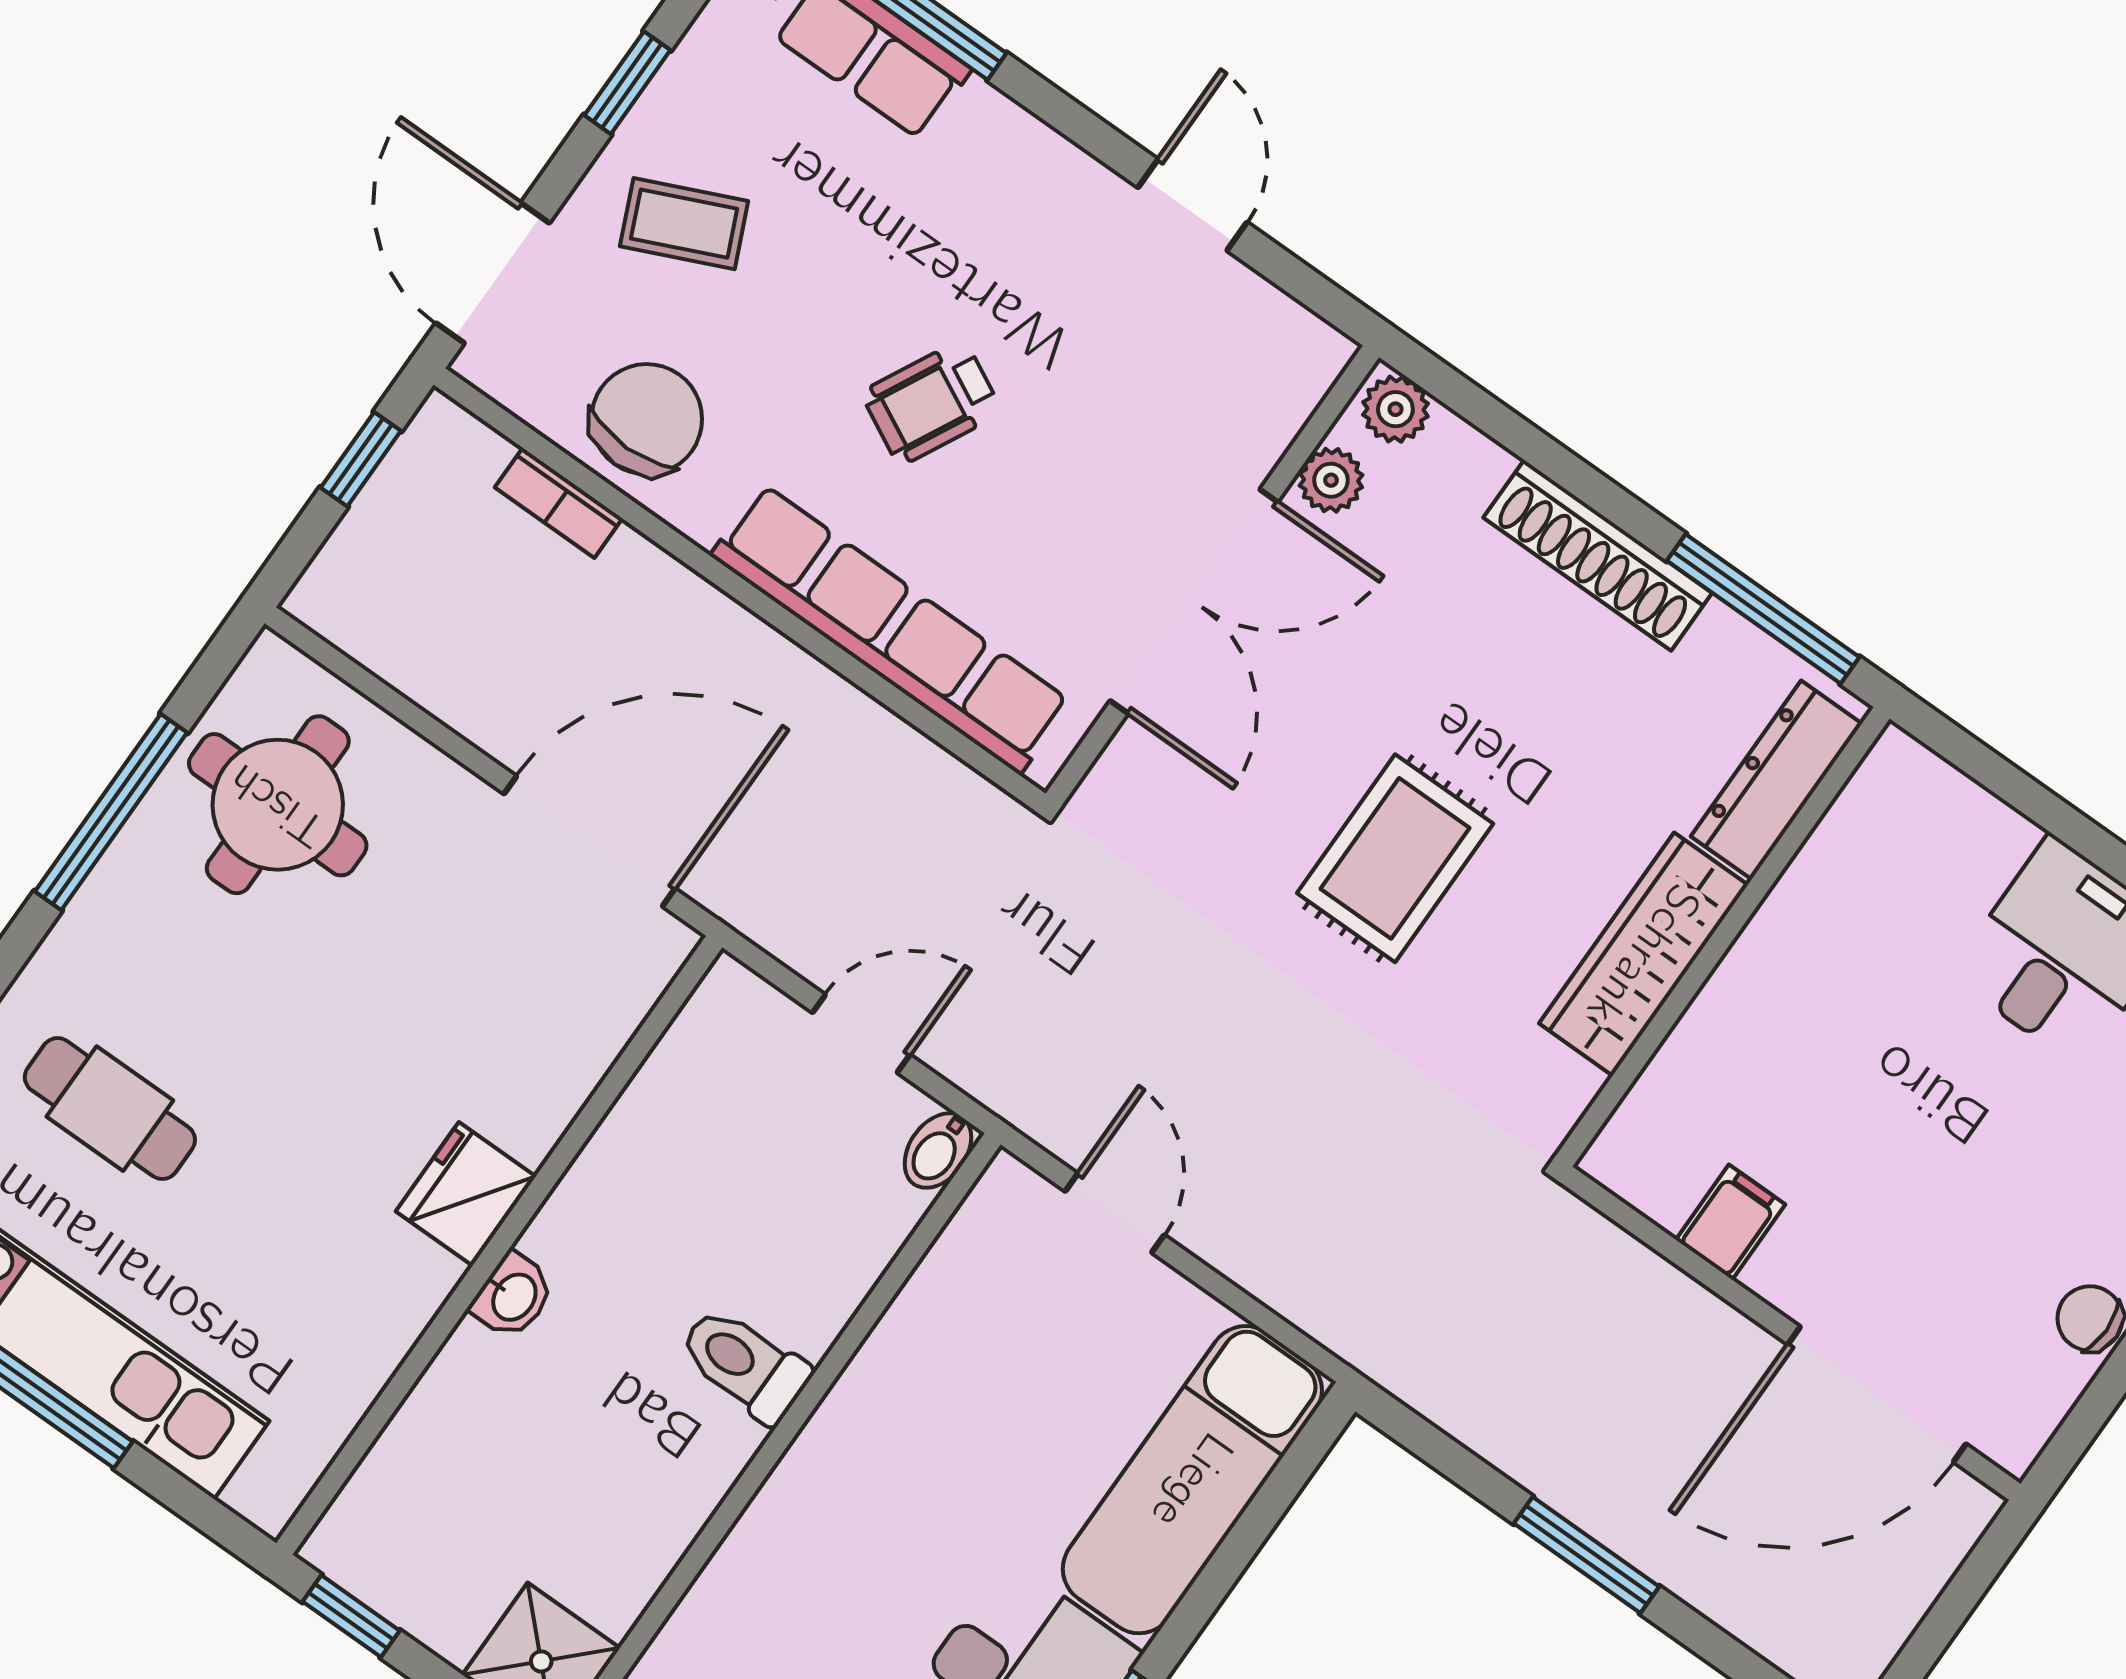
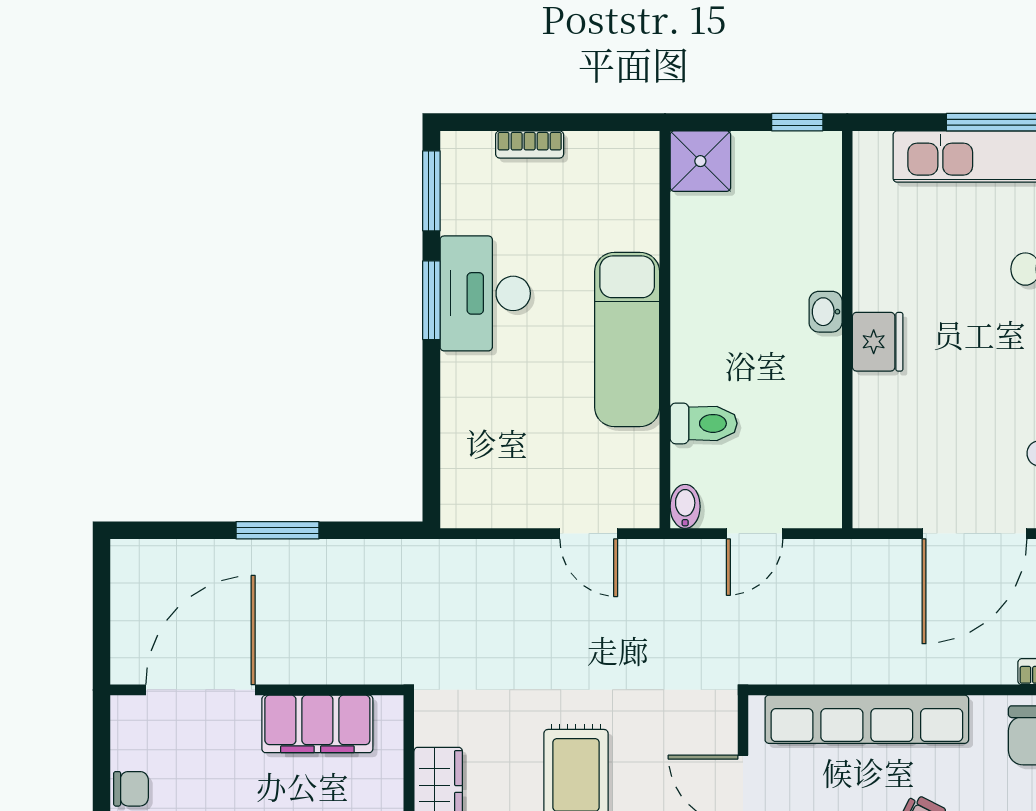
door: (589, 841) -> (974, 534), moved
filing cabinet: (1731, 1222) -> (317, 724), width x3.00, depth x1.17
toilet: (744, 1364) -> (704, 423), moved
exam couch: (1192, 1480) -> (627, 340), moved, turned 180

